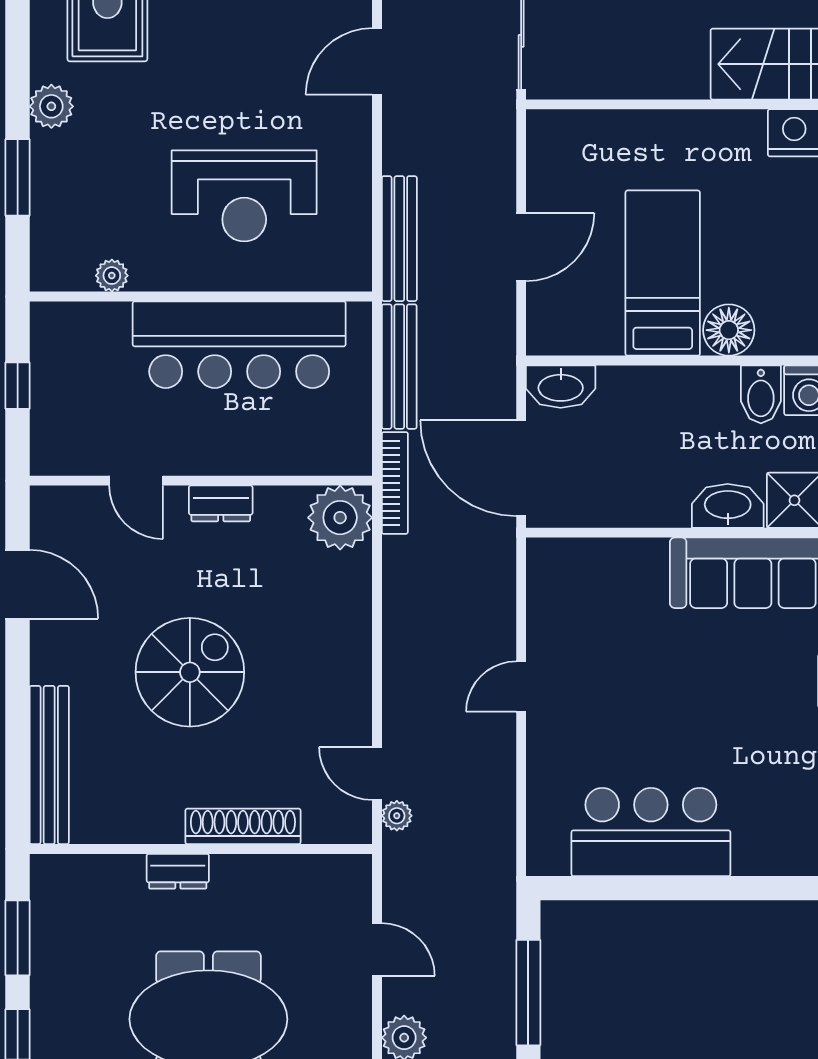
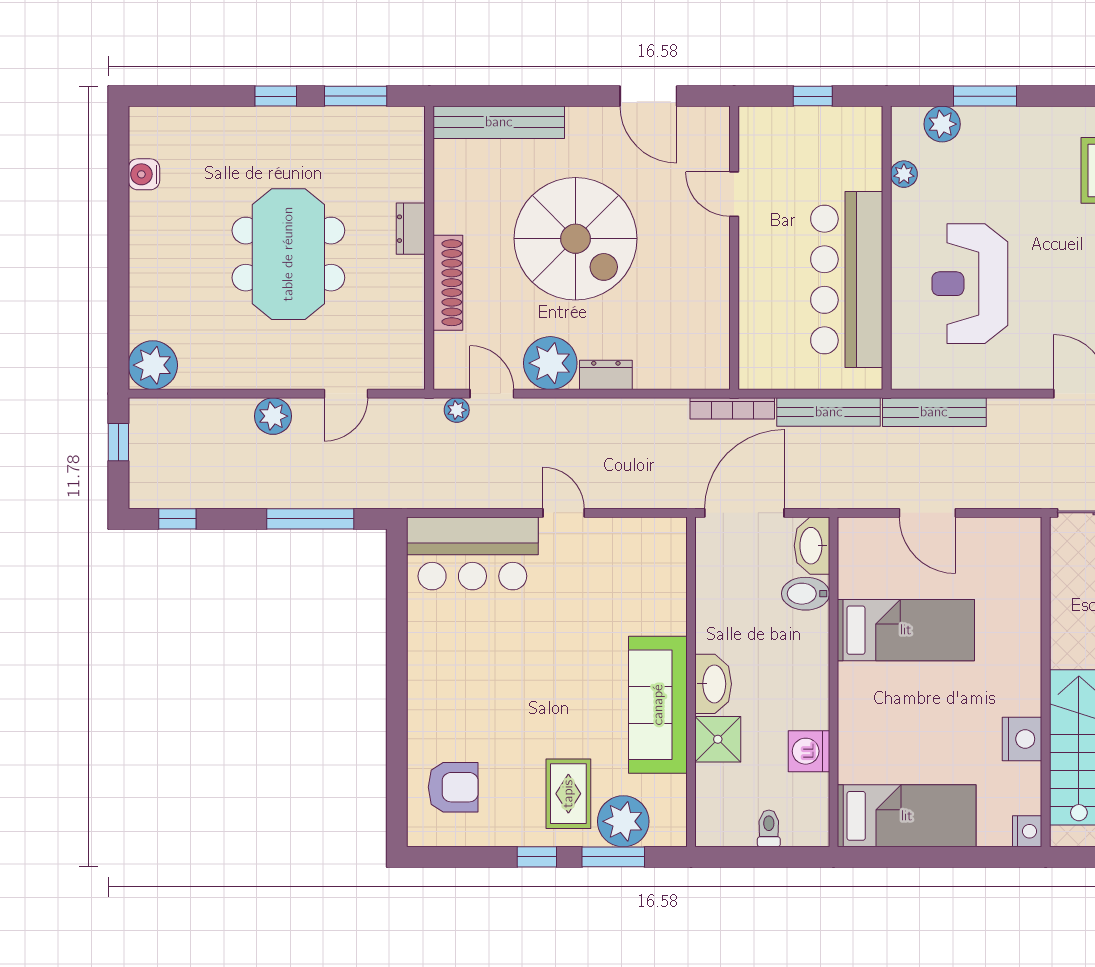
plant: (51, 106) -> (942, 124), moved
floor lamp: (729, 330) -> (859, 685), removed
bidet: (761, 394) -> (806, 594), moved
door: (136, 481) -> (734, 194), hinge flipped
dresser: (221, 503) -> (606, 375), moved, turned 90
plant: (340, 518) -> (550, 363), moved
door: (18, 584) -> (648, 96), hinge flipped
spiral stairs: (190, 672) -> (575, 239), width x1.37, depth x1.37
door: (377, 773) -> (492, 394), hinge flipped
bar counter: (651, 832) -> (472, 553), moved, turned 90

